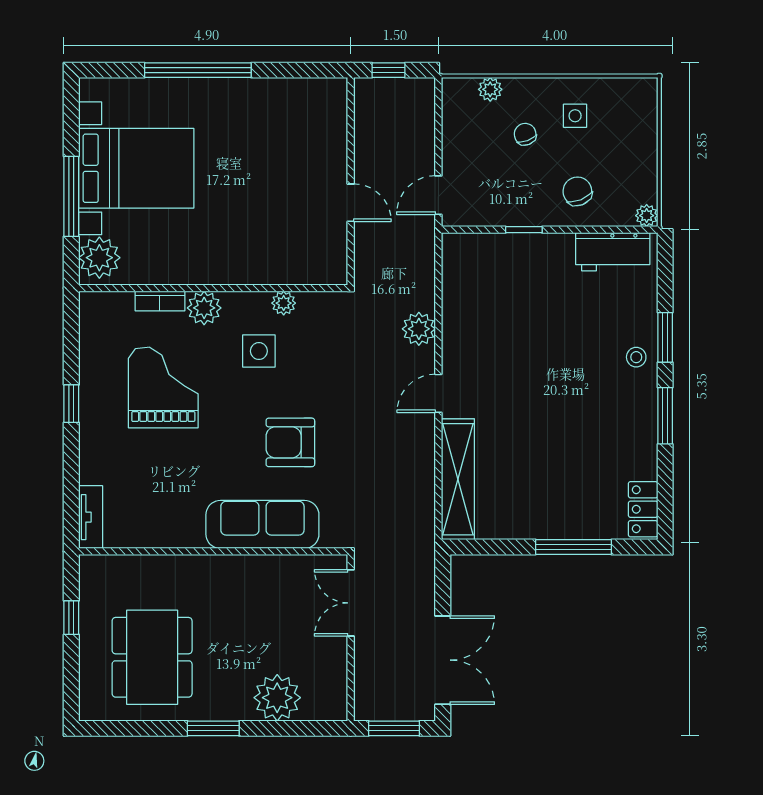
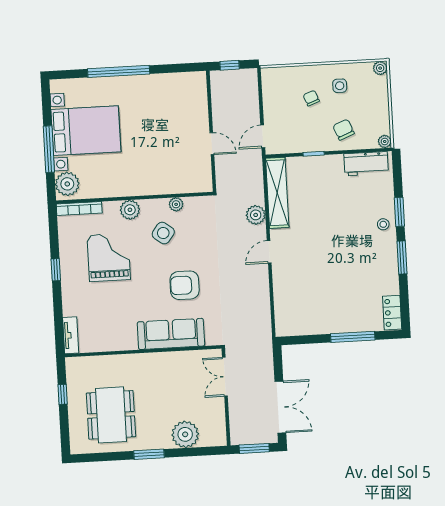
plant: (490, 89) -> (380, 68), moved
bookcase: (160, 301) -> (79, 208), moved, width x1.56
side table: (259, 351) -> (163, 233), turned 37
shelving: (458, 479) -> (277, 193), moved

